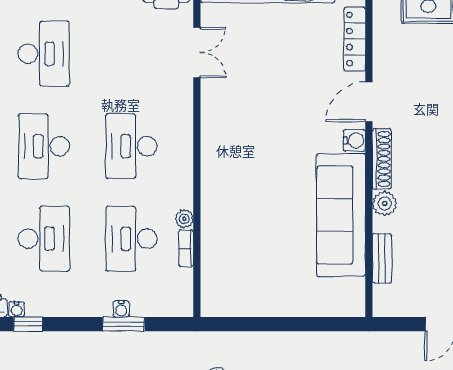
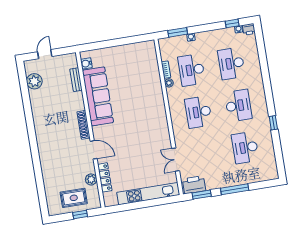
door: (369, 102) -> (94, 150), hinge flipped
water cooler: (354, 141) -> (86, 63), moved
desk: (131, 146) -> (198, 112), turned 180
plant: (385, 203) -> (91, 179), moved
desk: (131, 239) -> (192, 70), turned 180
window: (124, 324) -> (178, 32), moved

